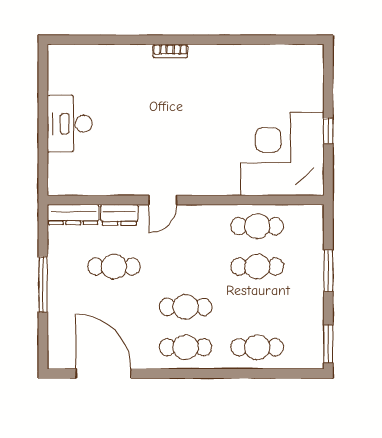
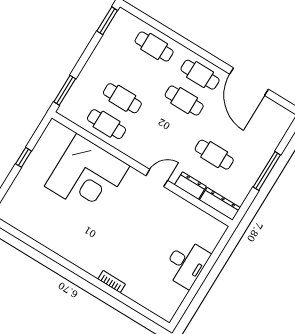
bookcase: (170, 51) -> (112, 282), moved
corner desk: (282, 154) -> (87, 176), moved
window: (328, 271) -> (65, 90), moved
door: (103, 373) -> (249, 82), moved

